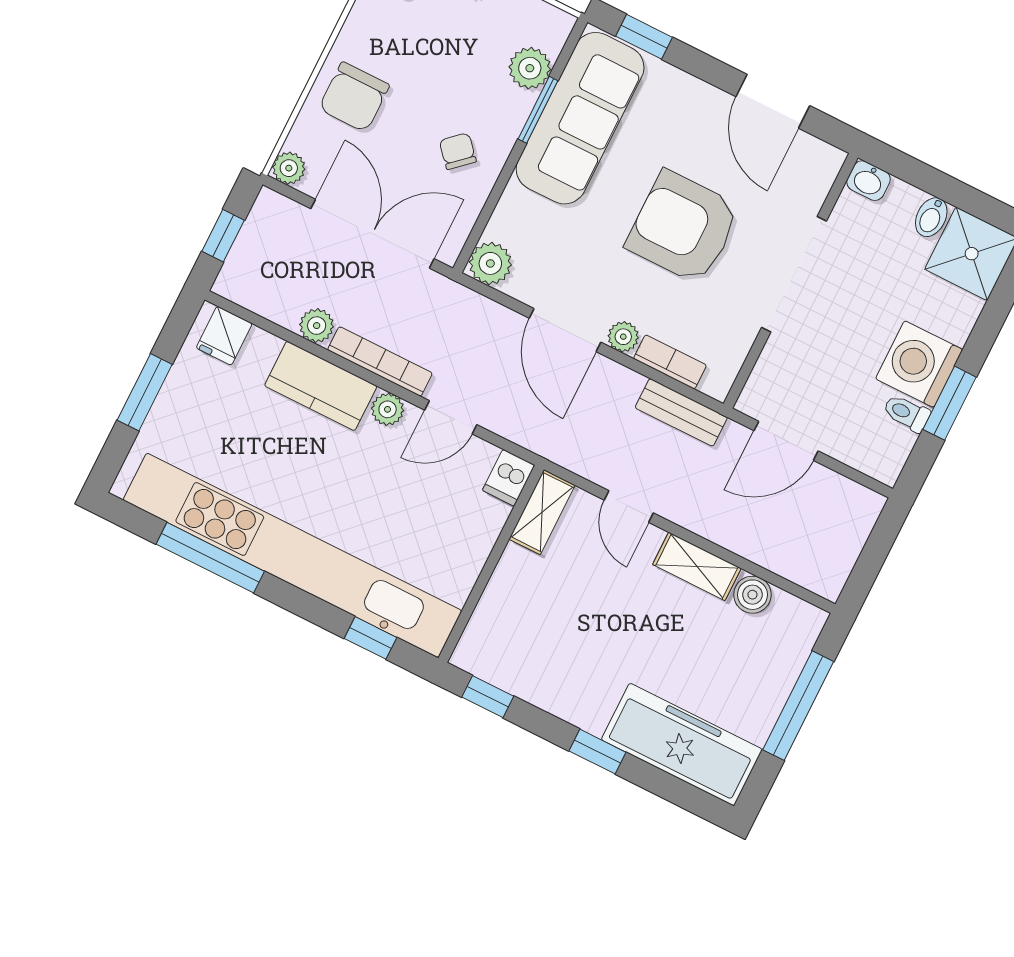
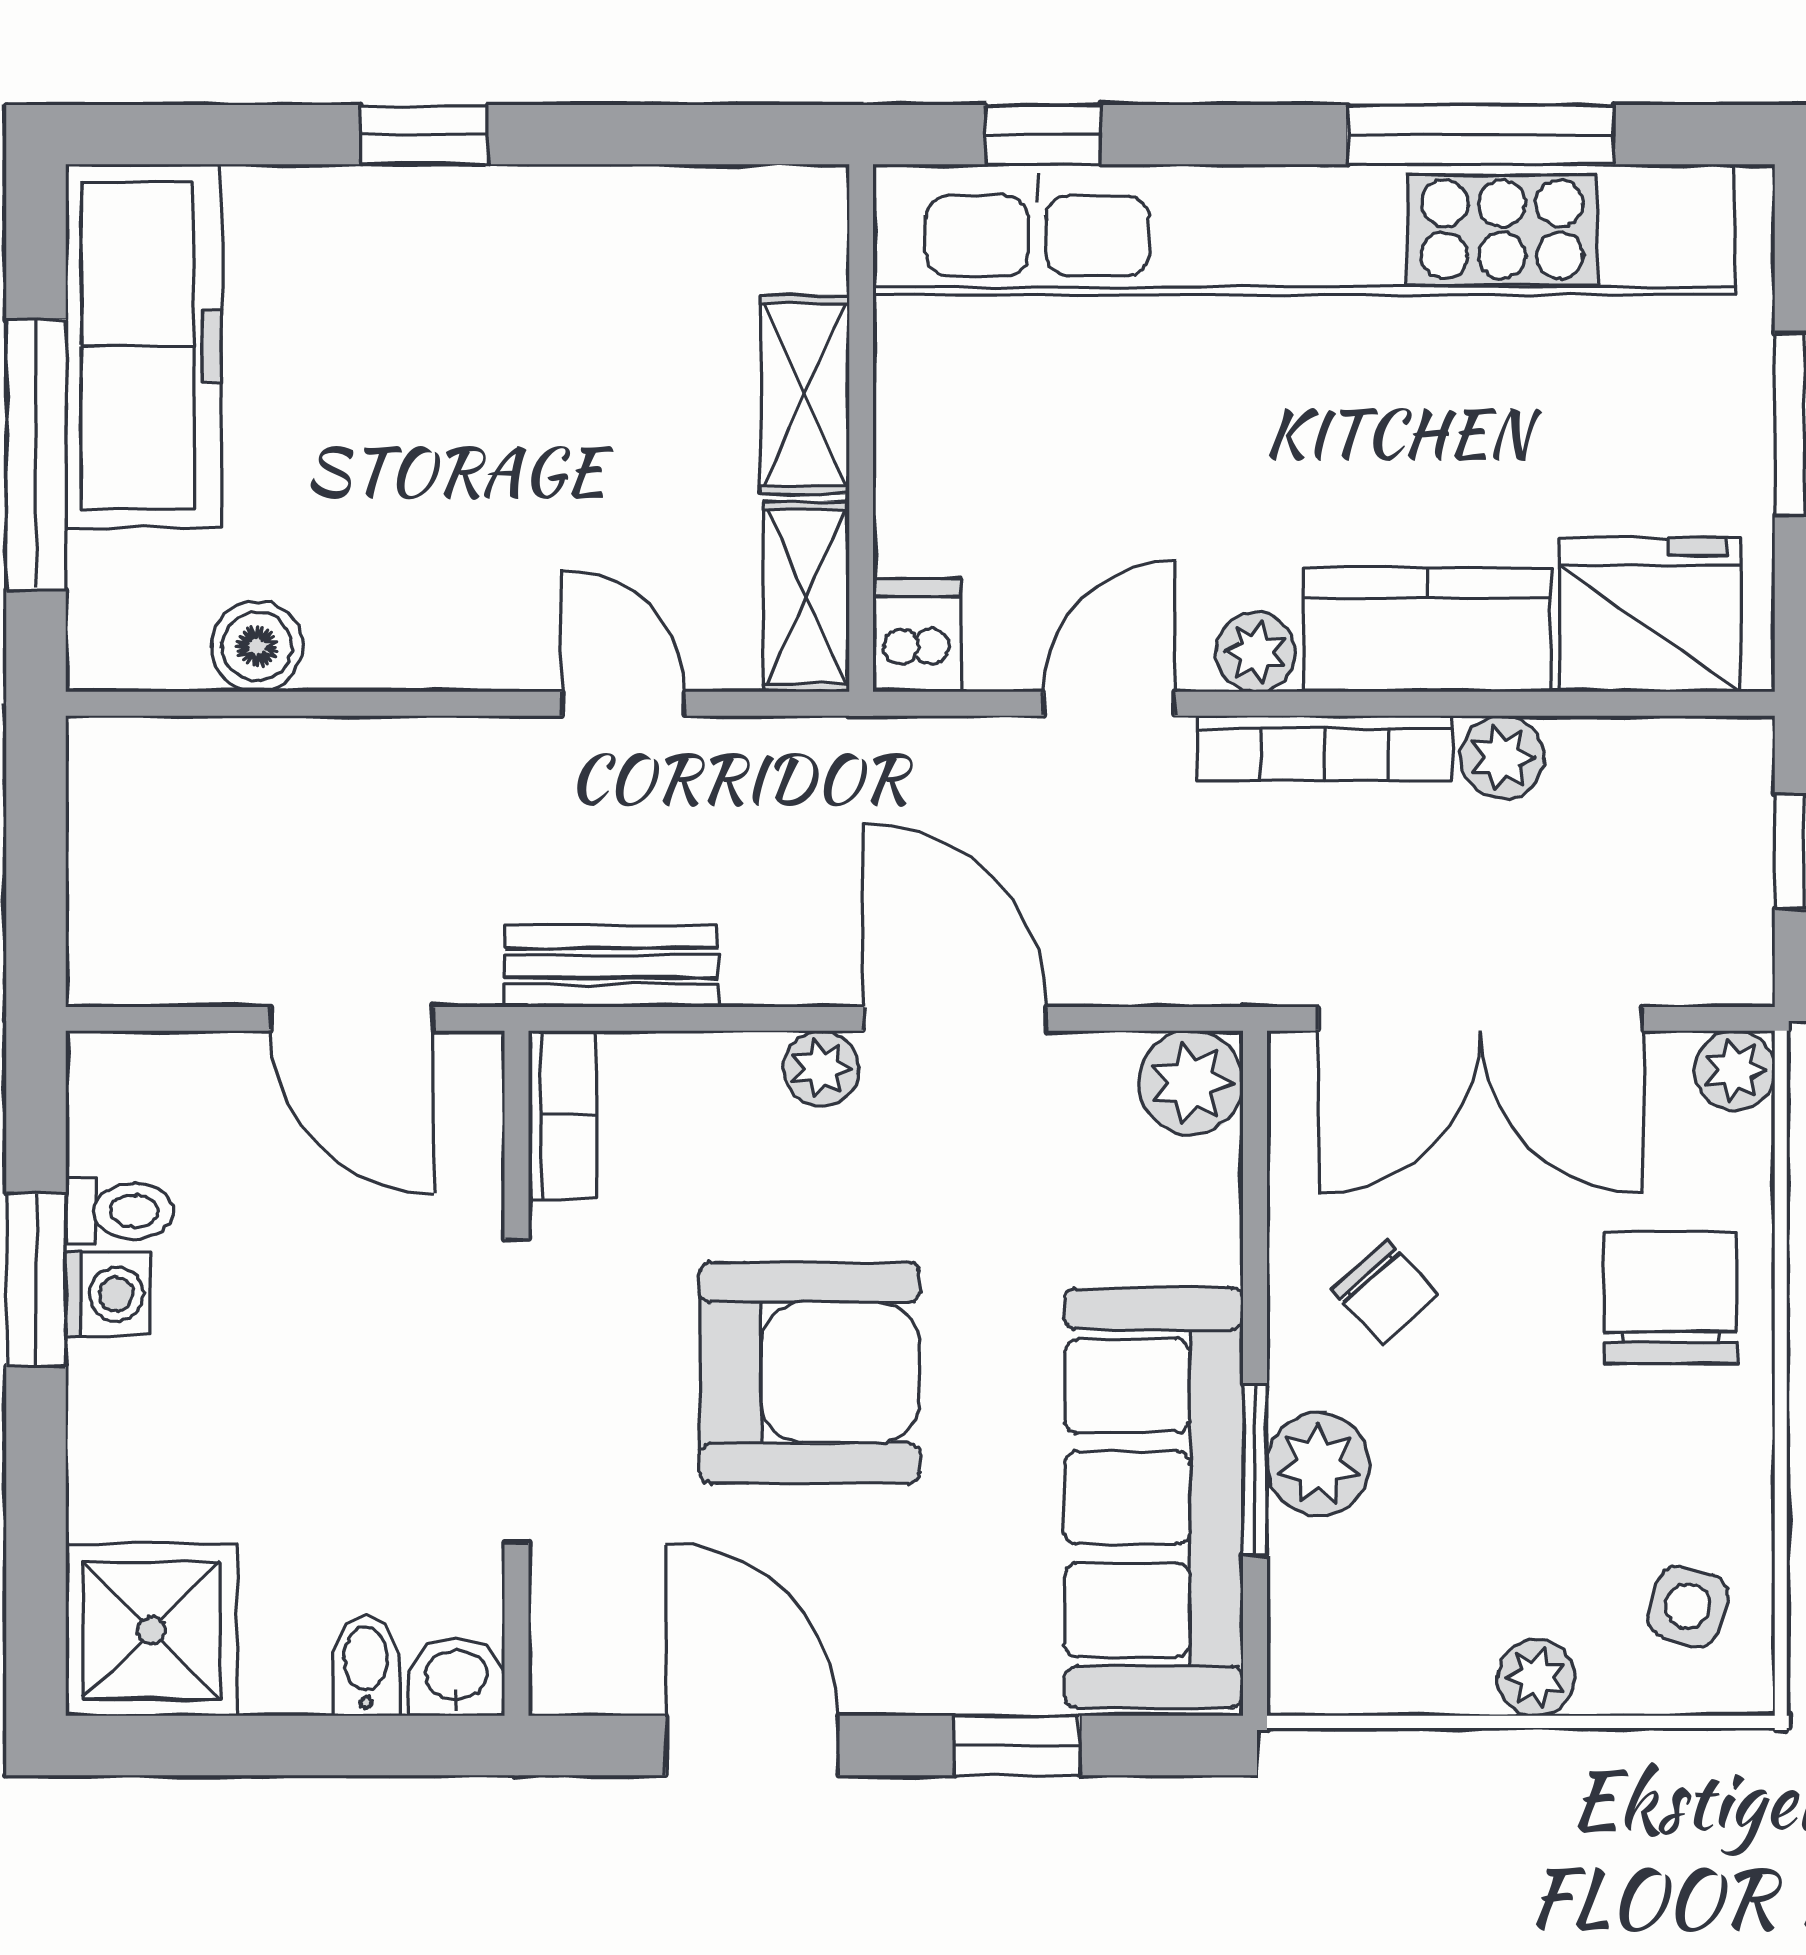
window: (644, 37) -> (1017, 1746), moved
plant: (530, 68) -> (1318, 1464), moved
bidet: (931, 217) -> (366, 1665), moved
fridge: (224, 336) -> (1650, 615), width x1.88, depth x1.34
bookcase: (670, 362) -> (562, 1115), moved, turned -90
washing machine: (919, 364) -> (108, 1294), width x0.53, depth x0.53
door: (786, 441) -> (352, 1019), swing flipped
shelving: (697, 566) -> (805, 395), moved, turned 90
window: (488, 697) -> (723, 135), removed
freezer: (682, 745) -> (144, 346), moved, turned -90

